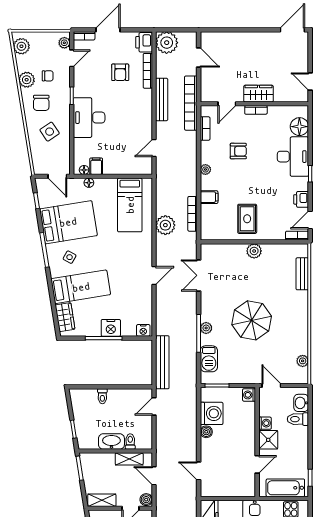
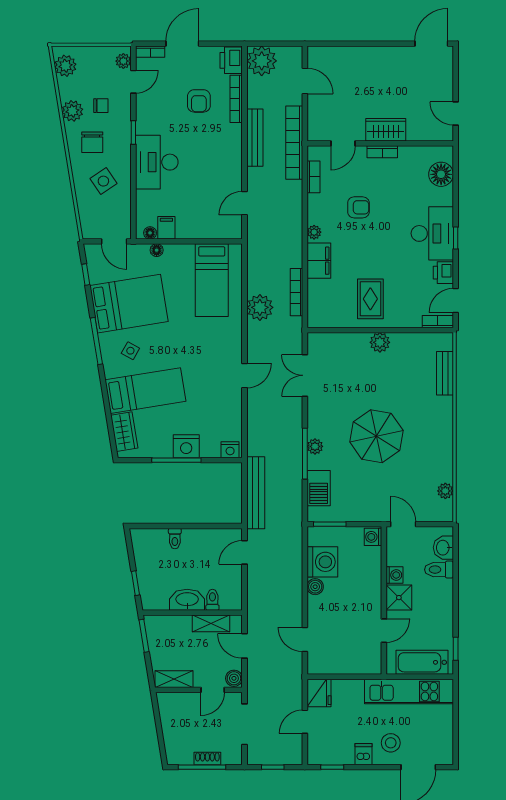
desk: (293, 157) -> (432, 233), moved
filing cabinet: (209, 197) -> (319, 261), width x2.00

